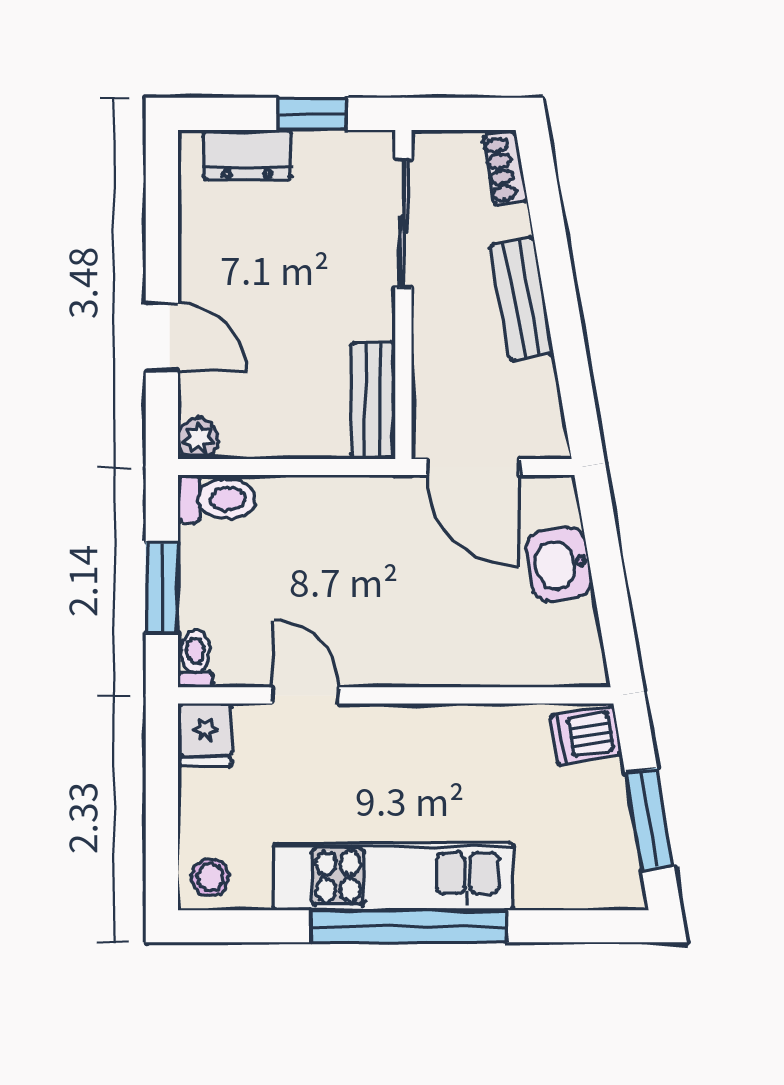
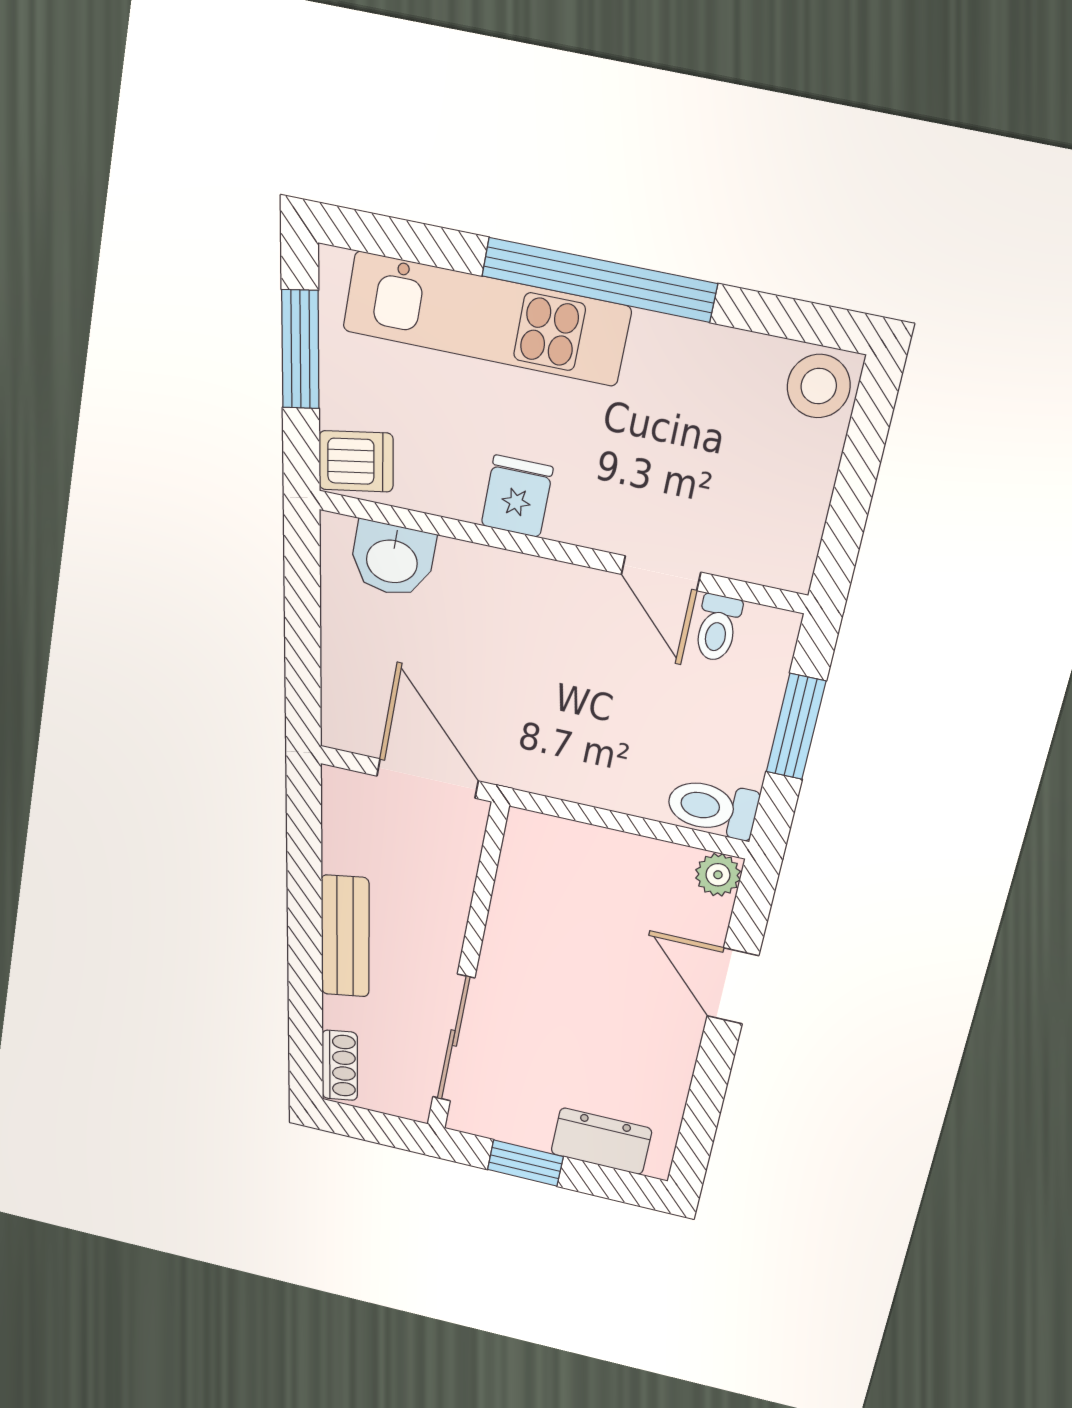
bench: (373, 401) -> (521, 870), removed
washbasin: (559, 564) -> (392, 559), moved, turned 100
toilet: (195, 659) -> (717, 628), moved
fridge: (205, 735) -> (517, 496), moved
stool: (210, 877) -> (819, 386), width x1.37, depth x1.37
kitchen unit: (393, 877) -> (486, 319), moved

